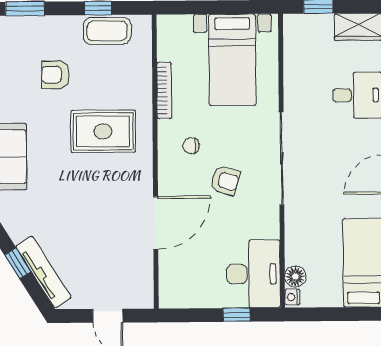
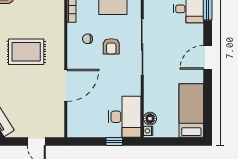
rug: (103, 131) -> (26, 52), moved
armchair: (225, 180) -> (111, 46), moved, turned 74

